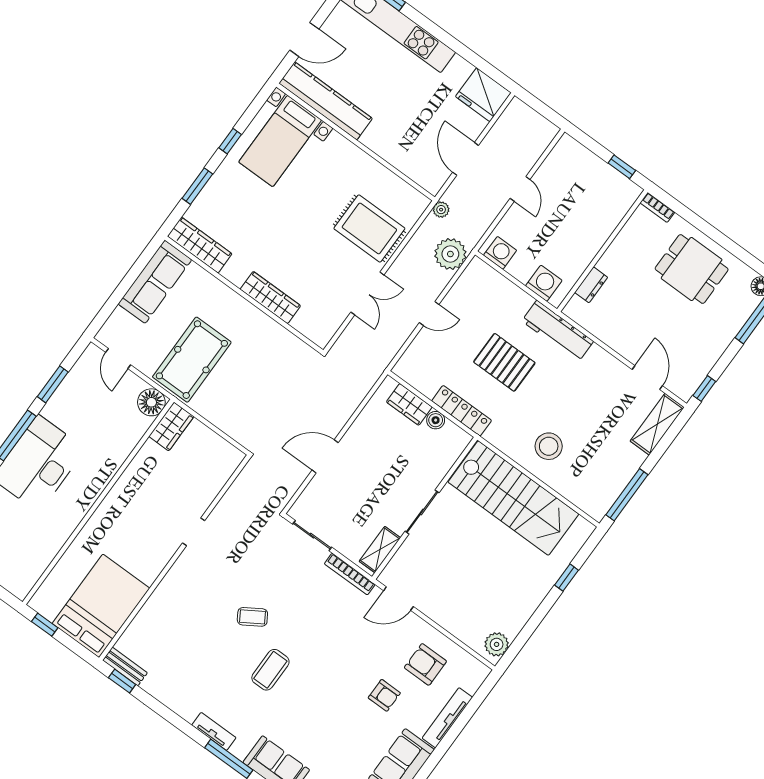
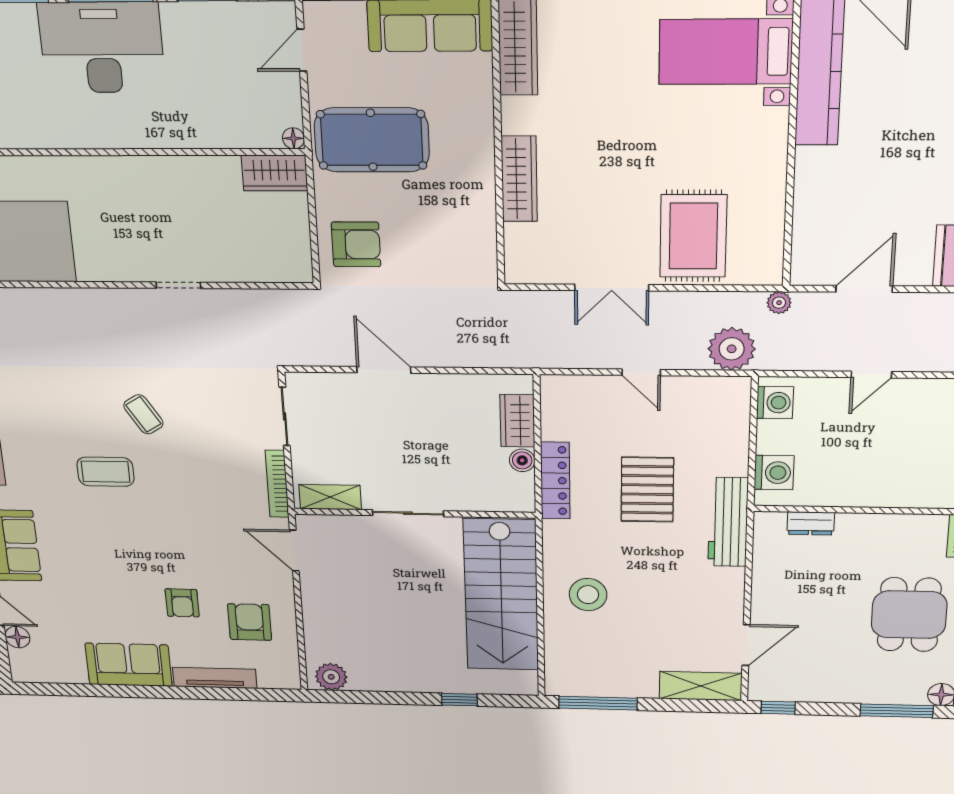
floor lamp: (151, 402) -> (293, 138), width x0.53, depth x0.53
armchair: (242, 414) -> (356, 244), added

